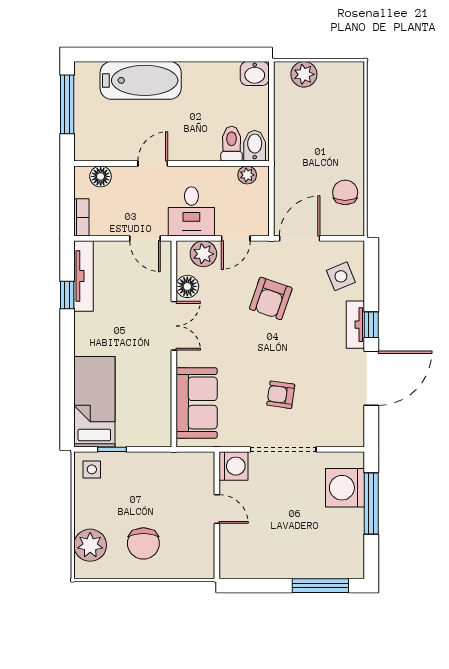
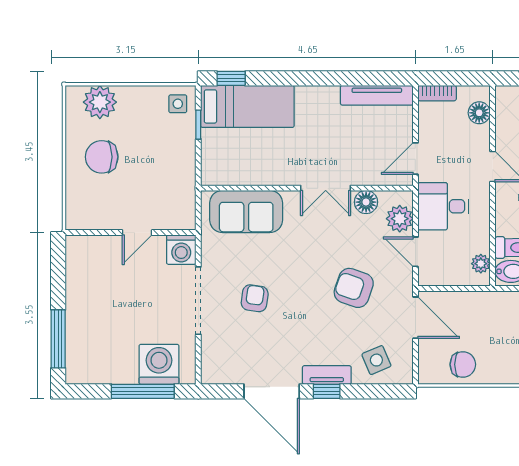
window: (67, 295) -> (231, 78), moved

